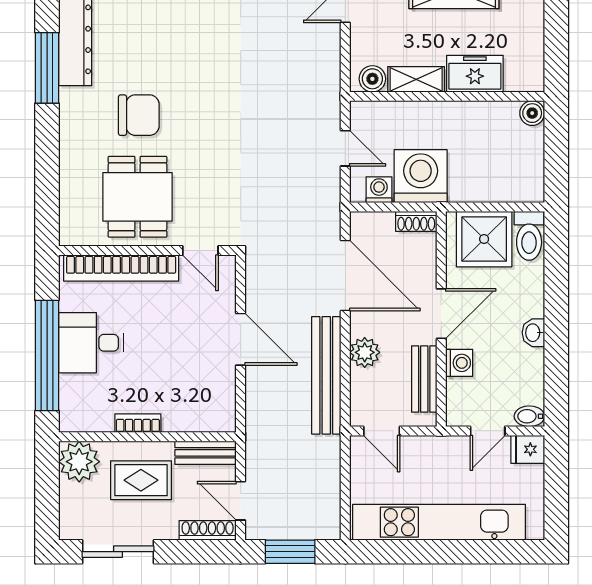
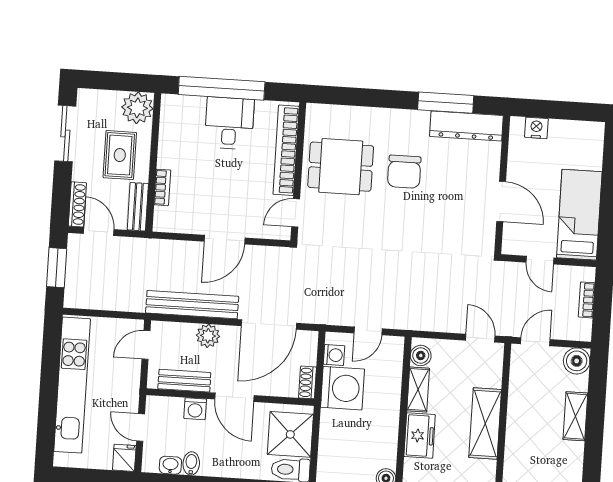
washbasin: (533, 333) -> (170, 465), moved
bidet: (529, 416) -> (191, 463), moved
bookcase: (138, 423) -> (162, 187), moved
door: (241, 501) -> (99, 232), hinge flipped

